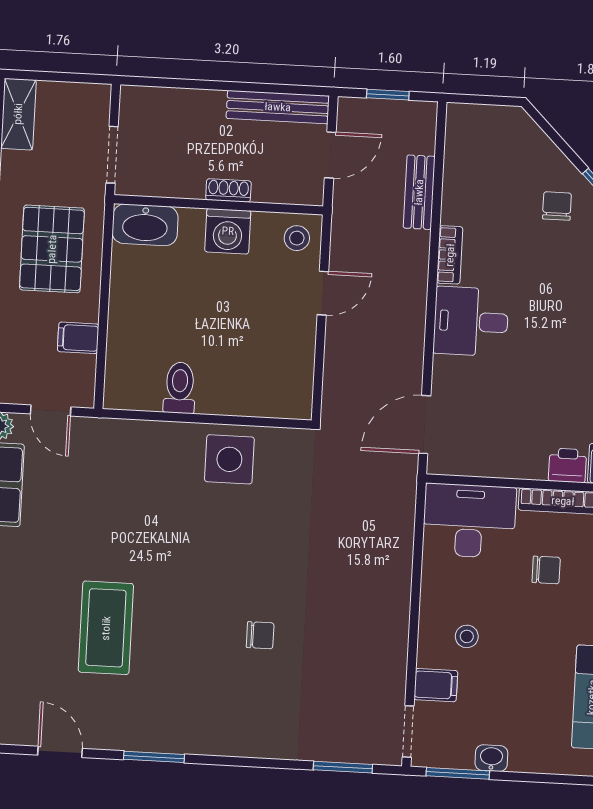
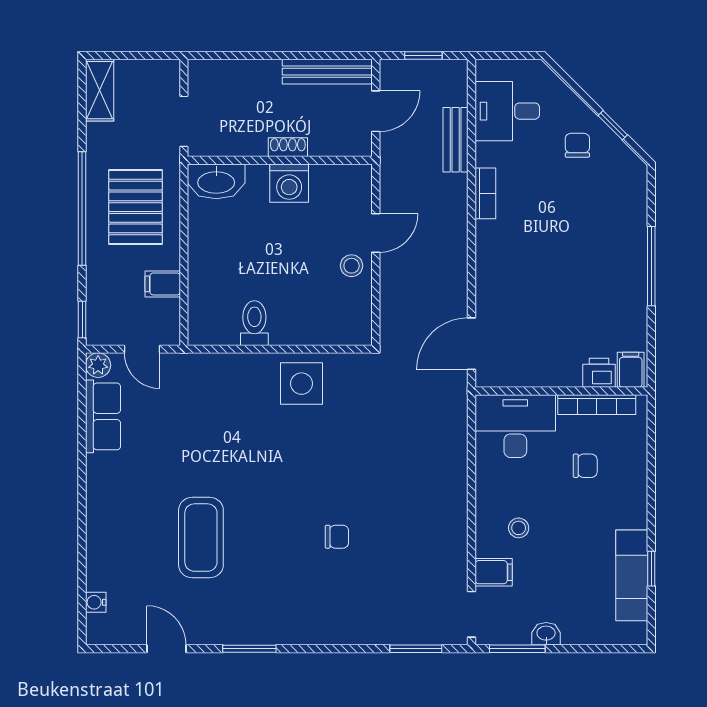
stool: (297, 238) -> (352, 266), moved
desk: (471, 322) -> (507, 111), moved

